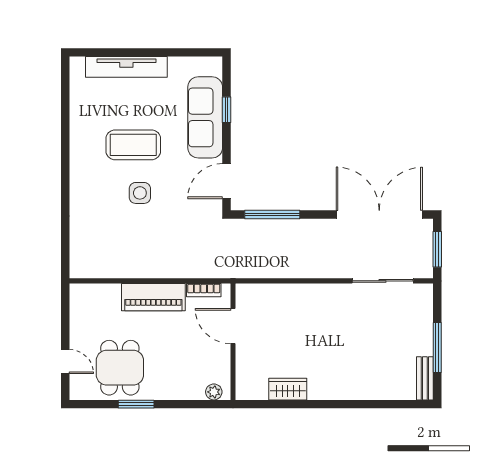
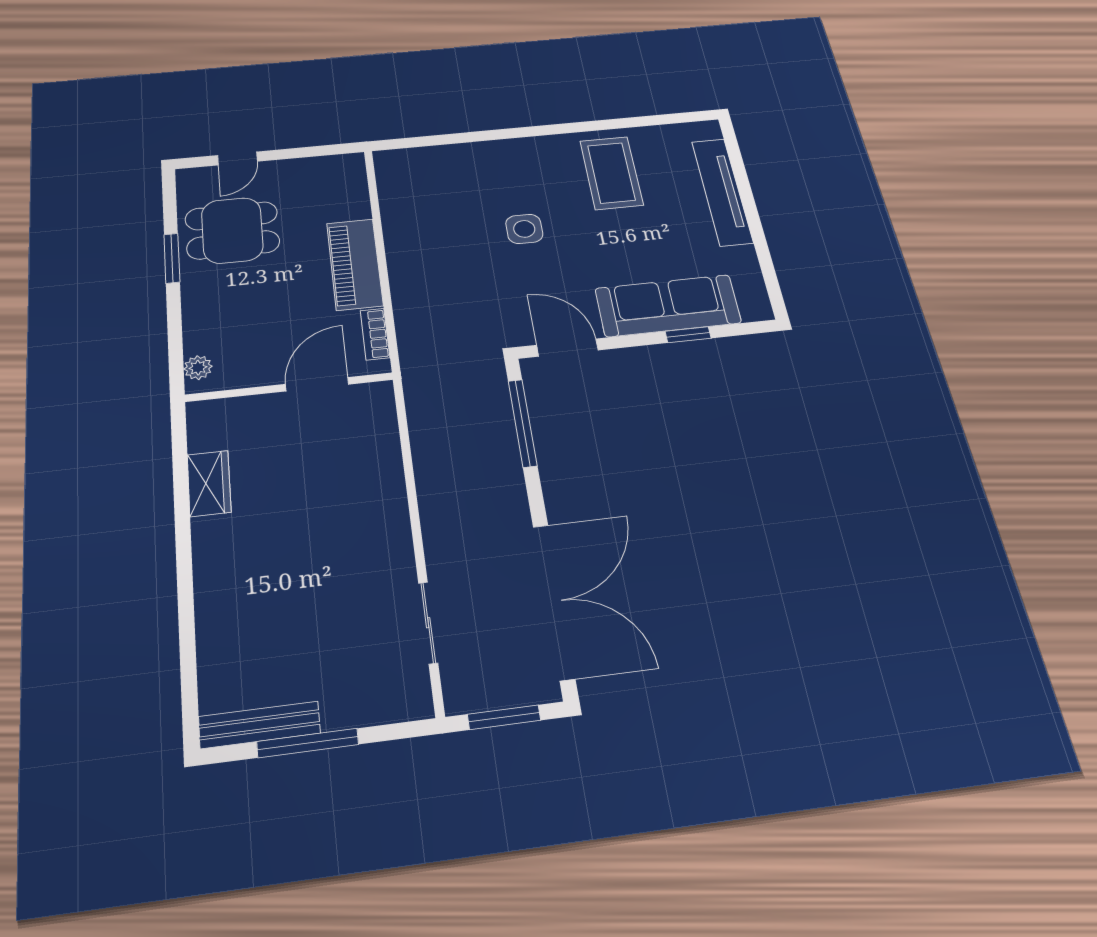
coffee table: (133, 145) -> (611, 173), moved
sliding door: (383, 281) -> (428, 623), width x0.73
bench: (425, 378) -> (259, 725), width x1.36

